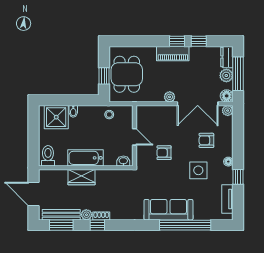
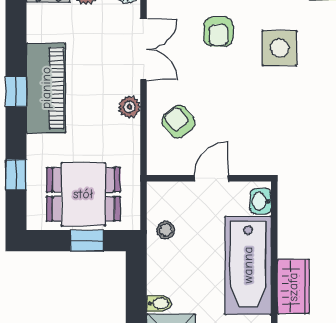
window: (199, 41) -> (16, 175), moved
piano: (173, 54) -> (46, 88), width x1.37, depth x1.33
double door: (198, 104) -> (144, 49), width x0.73
armchair: (164, 153) -> (178, 122), moved, turned 141
bathtub: (85, 158) -> (248, 265), width x1.36, depth x1.36

